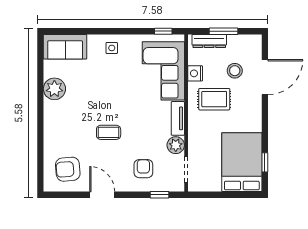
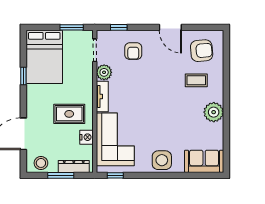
side table: (112, 48) -> (162, 160), width x1.87, depth x1.87
stool: (235, 71) -> (41, 163), moved
plant: (54, 89) -> (214, 112), moved
coffee table: (109, 132) -> (196, 80), moved
window: (265, 162) -> (23, 76), moved
window: (211, 195) -> (72, 27), added

